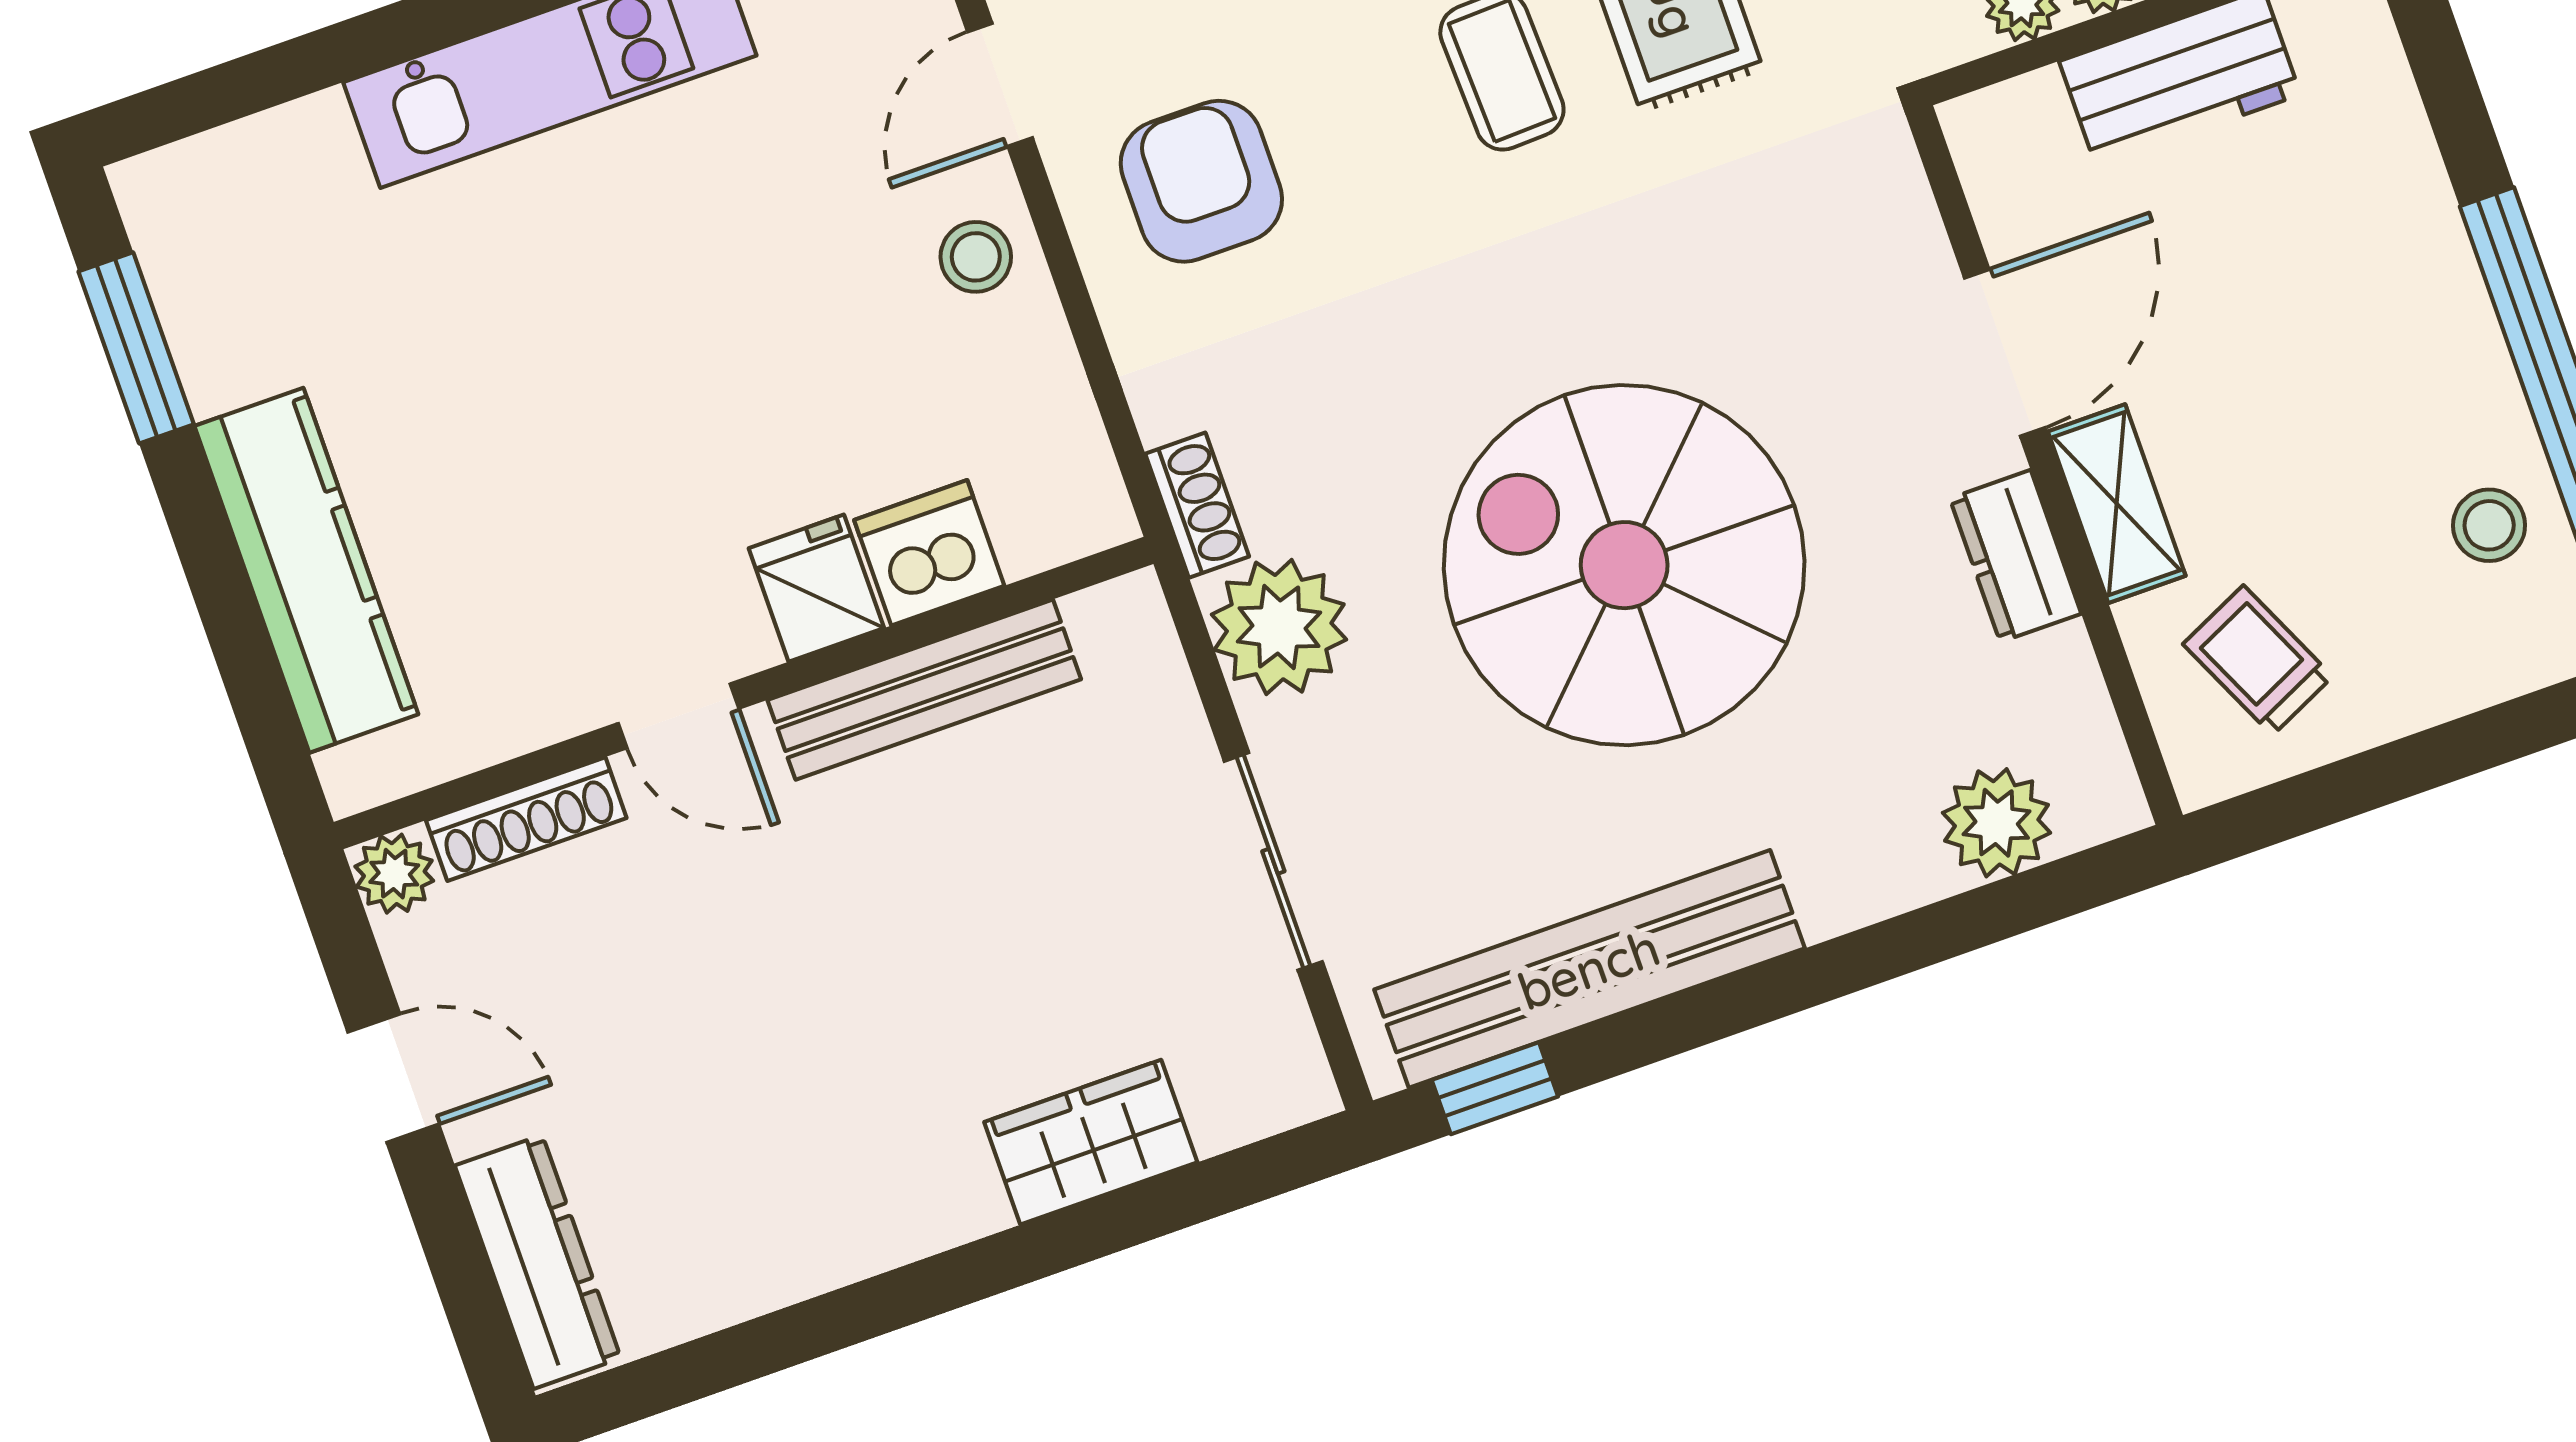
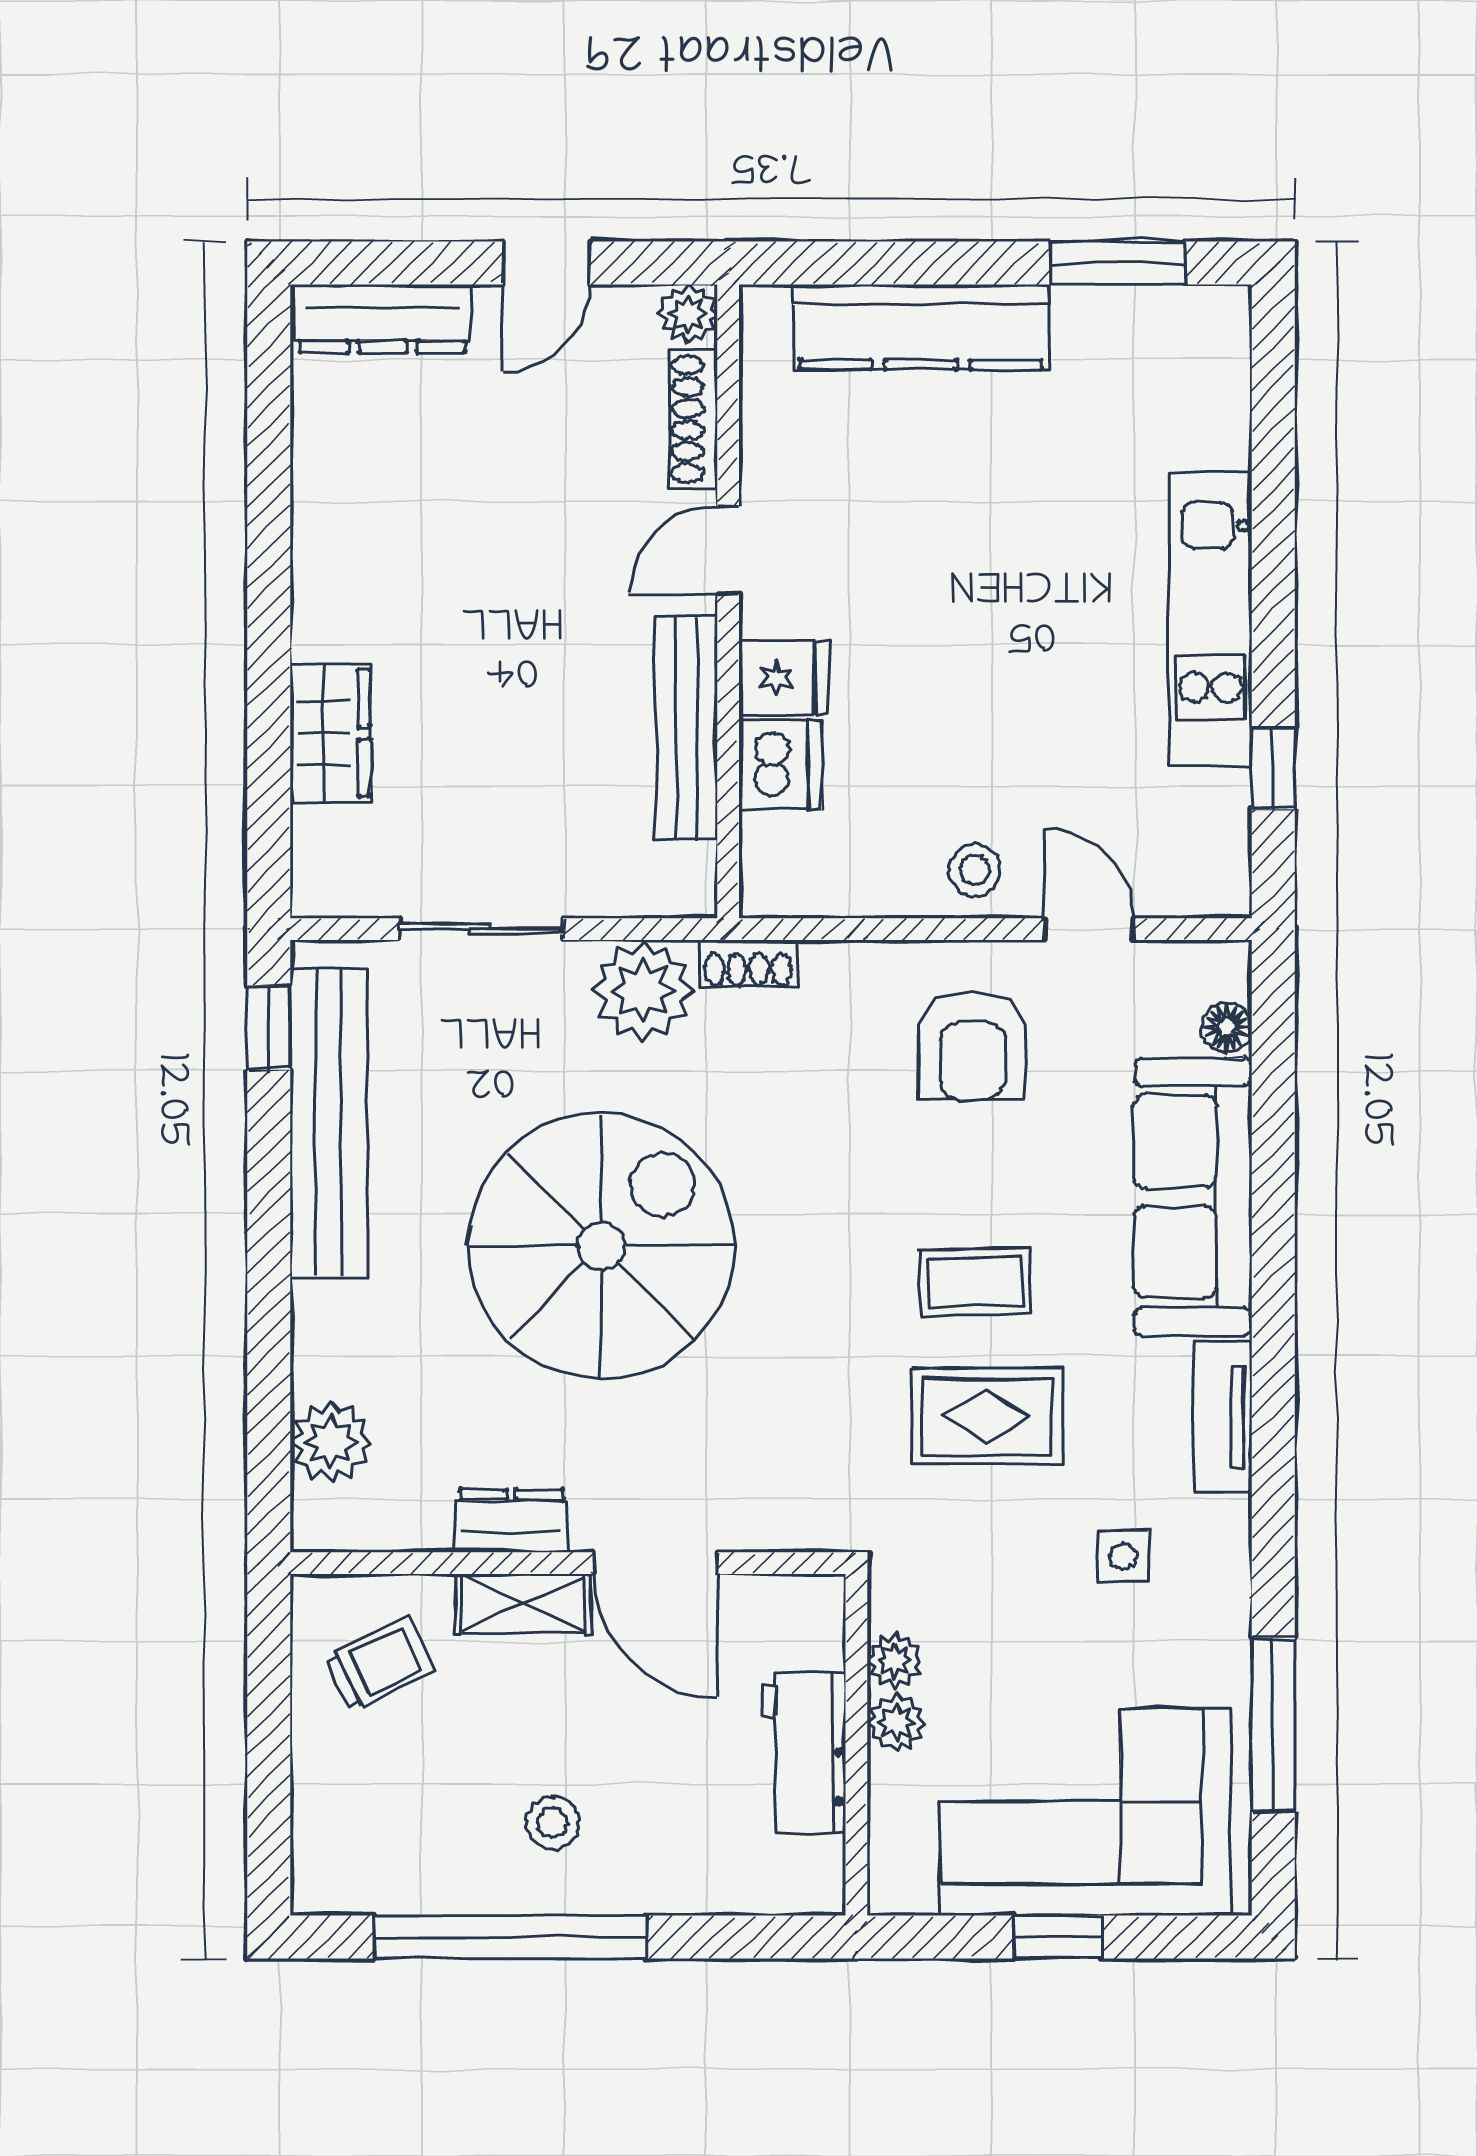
armchair: (1201, 181) -> (972, 1046), turned 90
stool: (2489, 525) -> (553, 1823), moved

